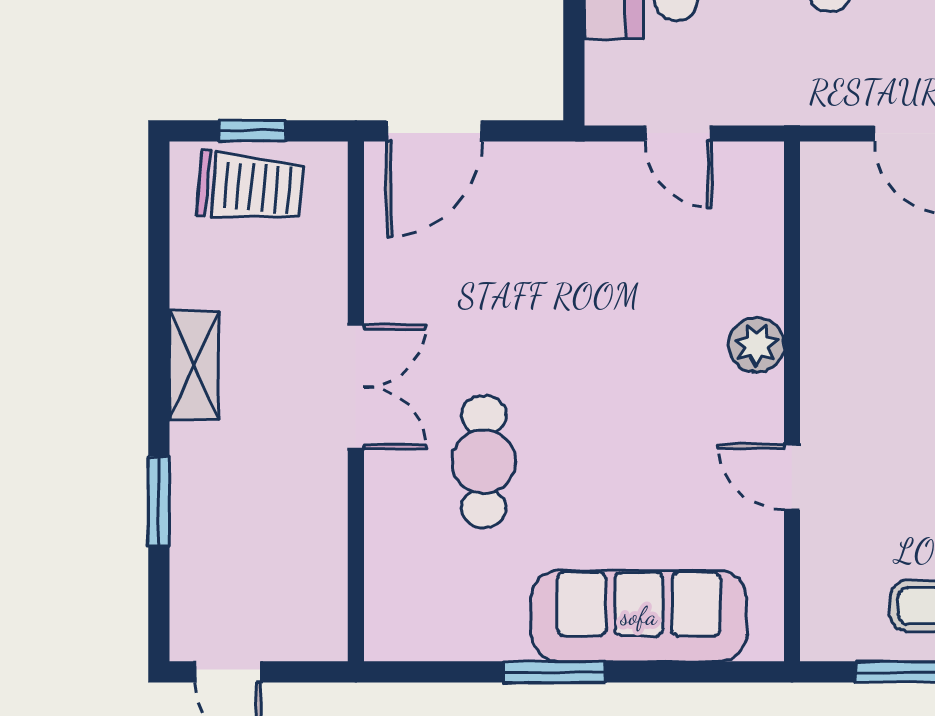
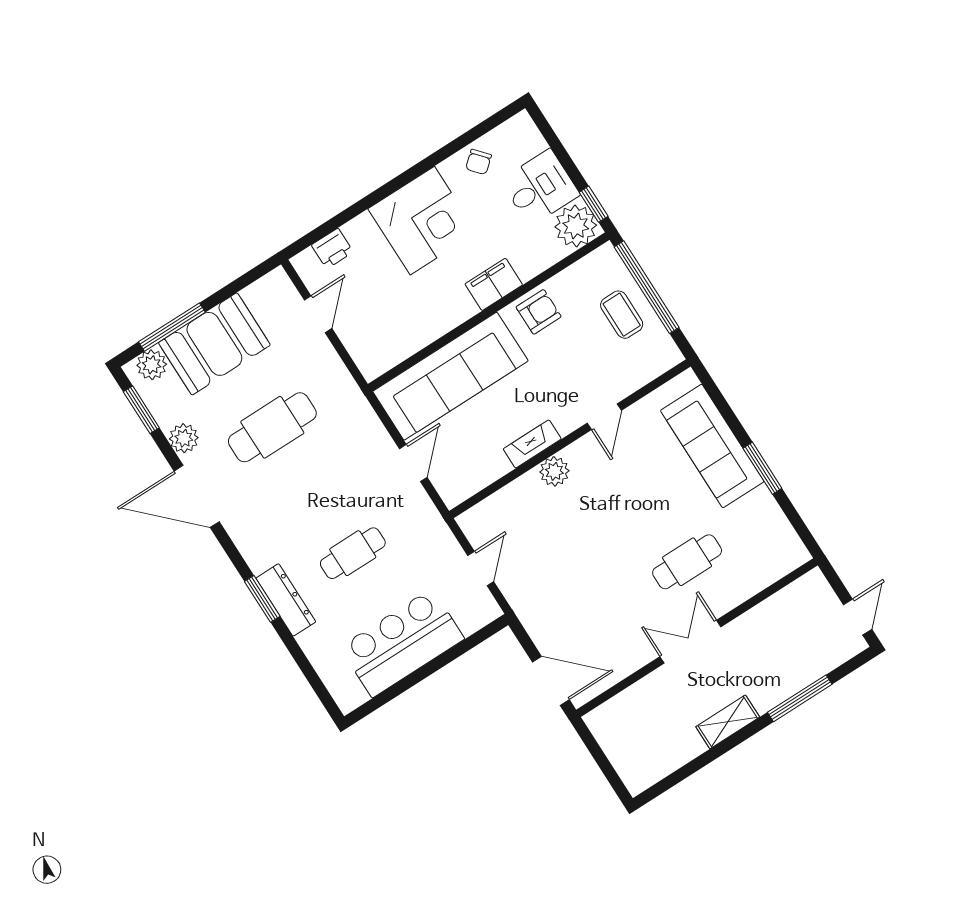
window: (253, 131) -> (604, 763), removed
trolley: (250, 187) -> (630, 748), removed
fireplace: (821, 338) -> (532, 444), added
window: (159, 501) -> (800, 698), width x1.44

